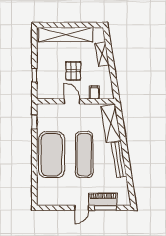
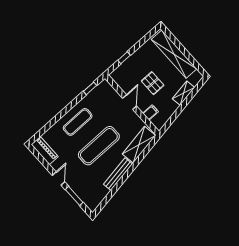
pallet: (73, 71) -> (153, 83), turned 90
exercise mat: (52, 155) -> (78, 122), width x0.50, depth x0.69
piano: (103, 199) -> (45, 150), moved
door: (82, 208) -> (59, 179), swing flipped

